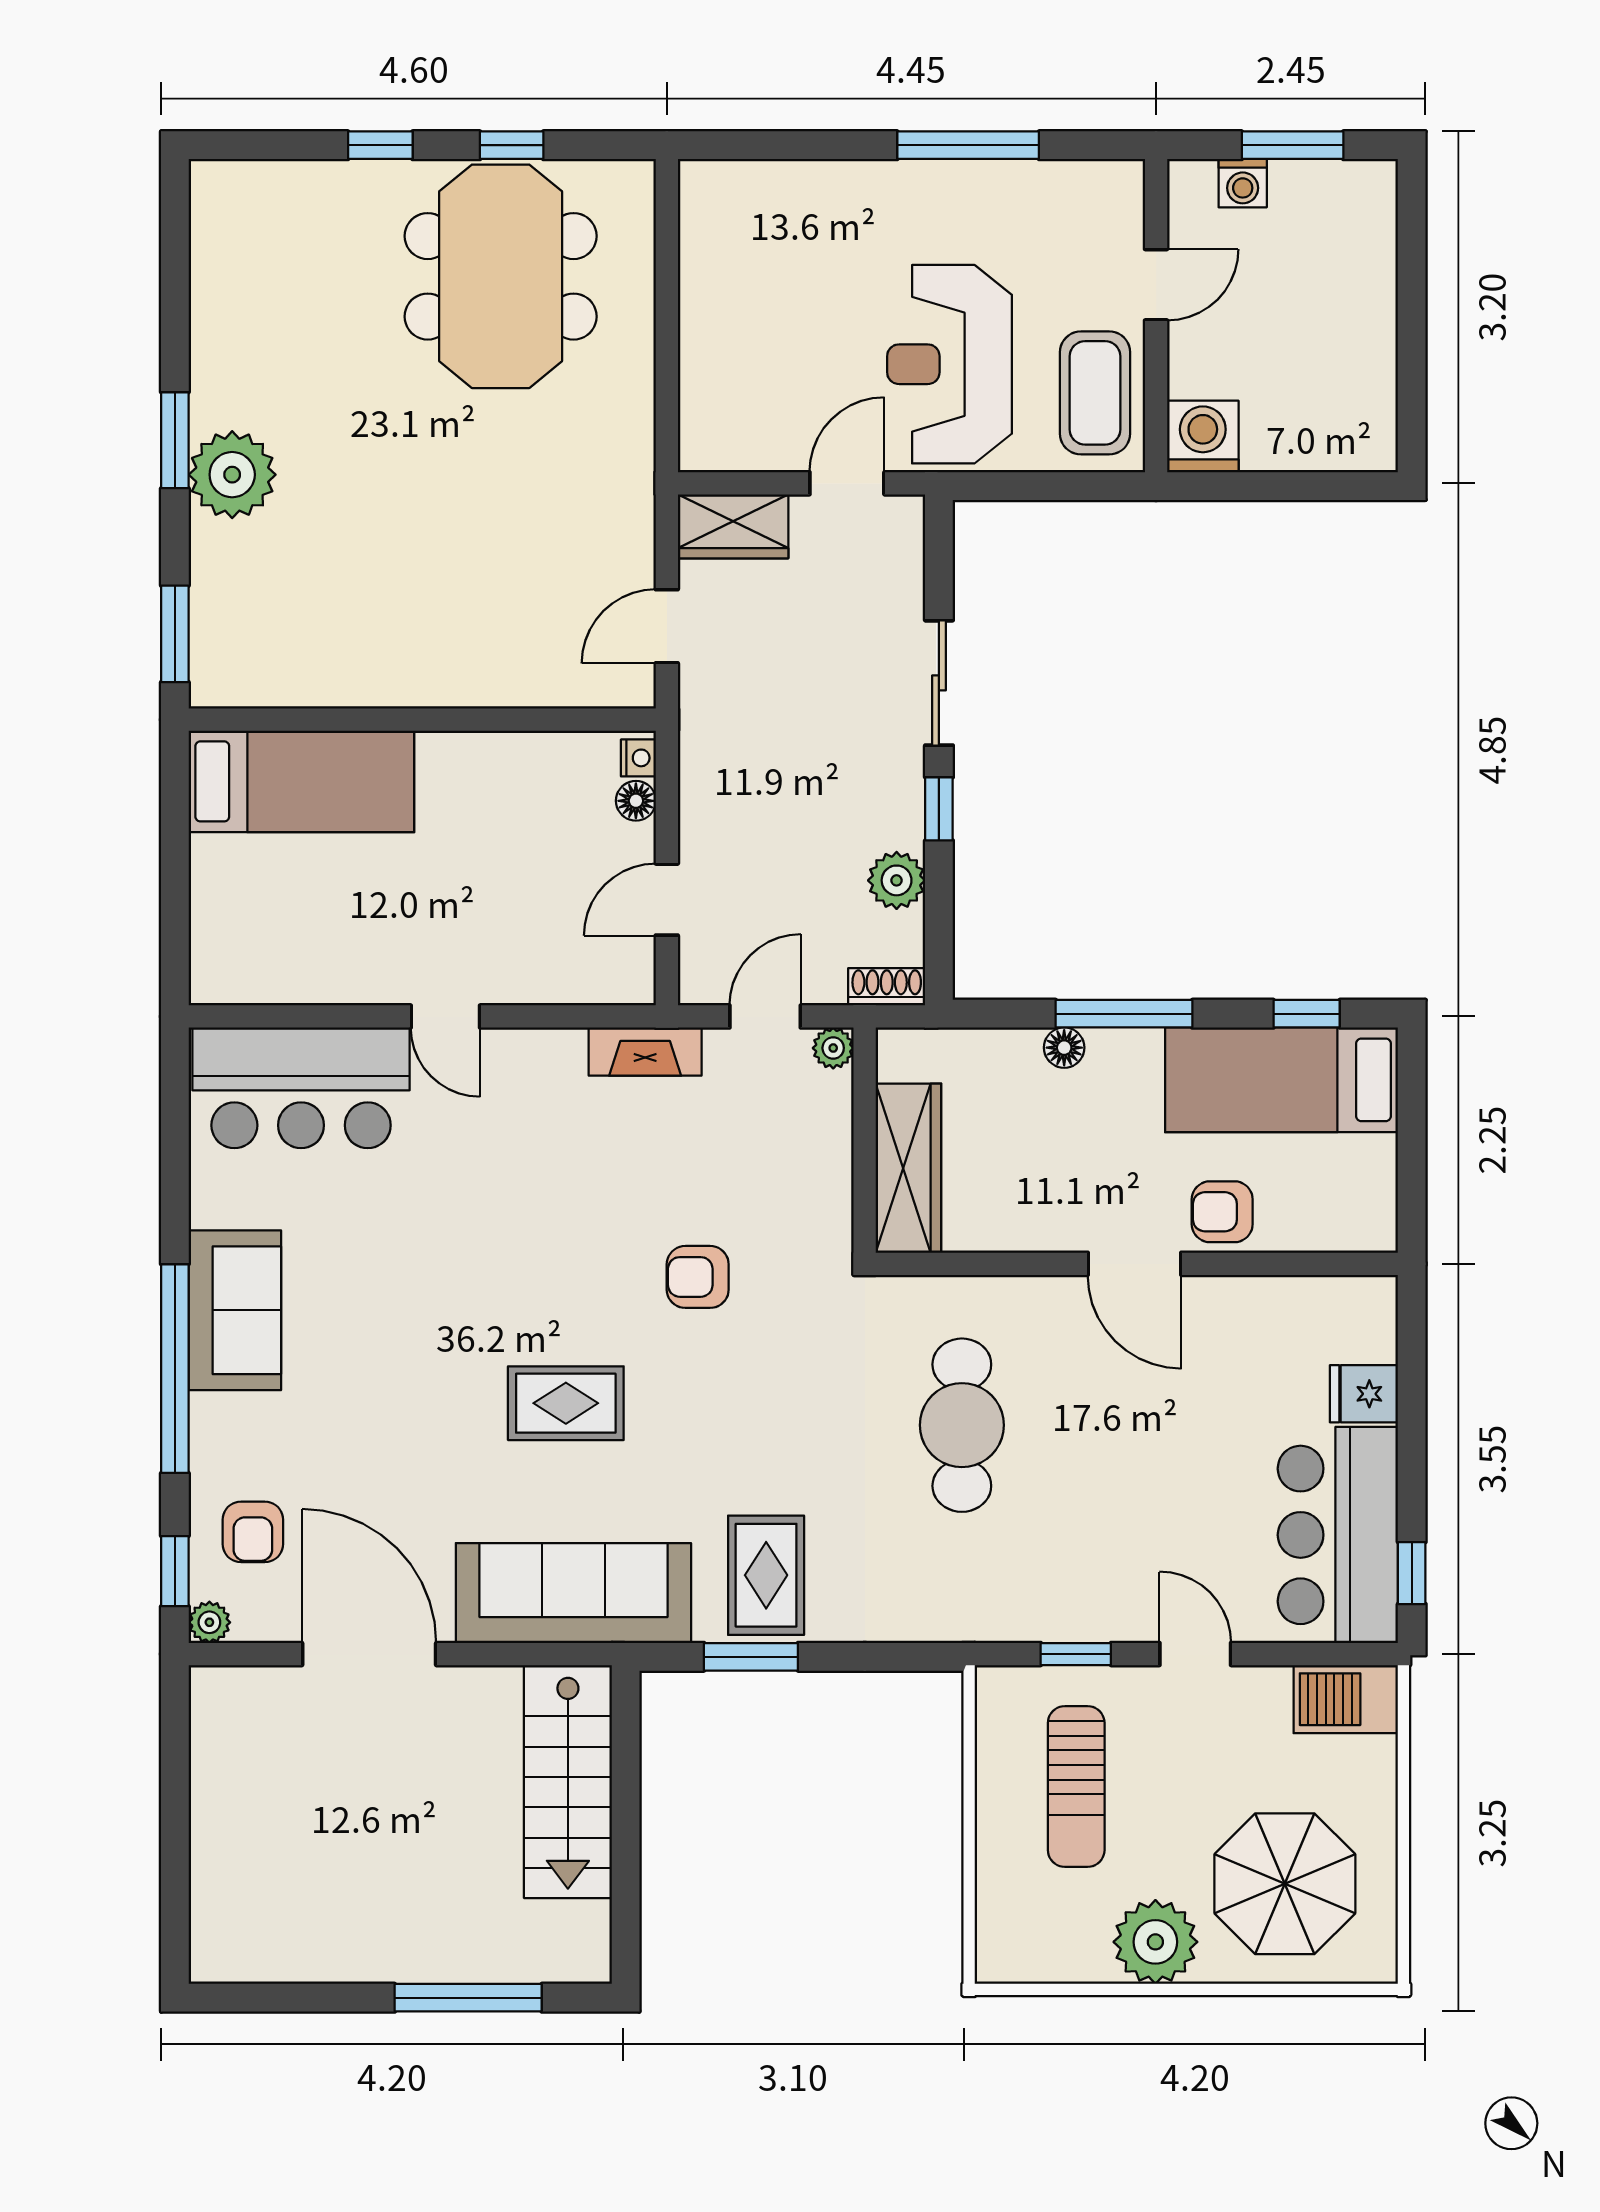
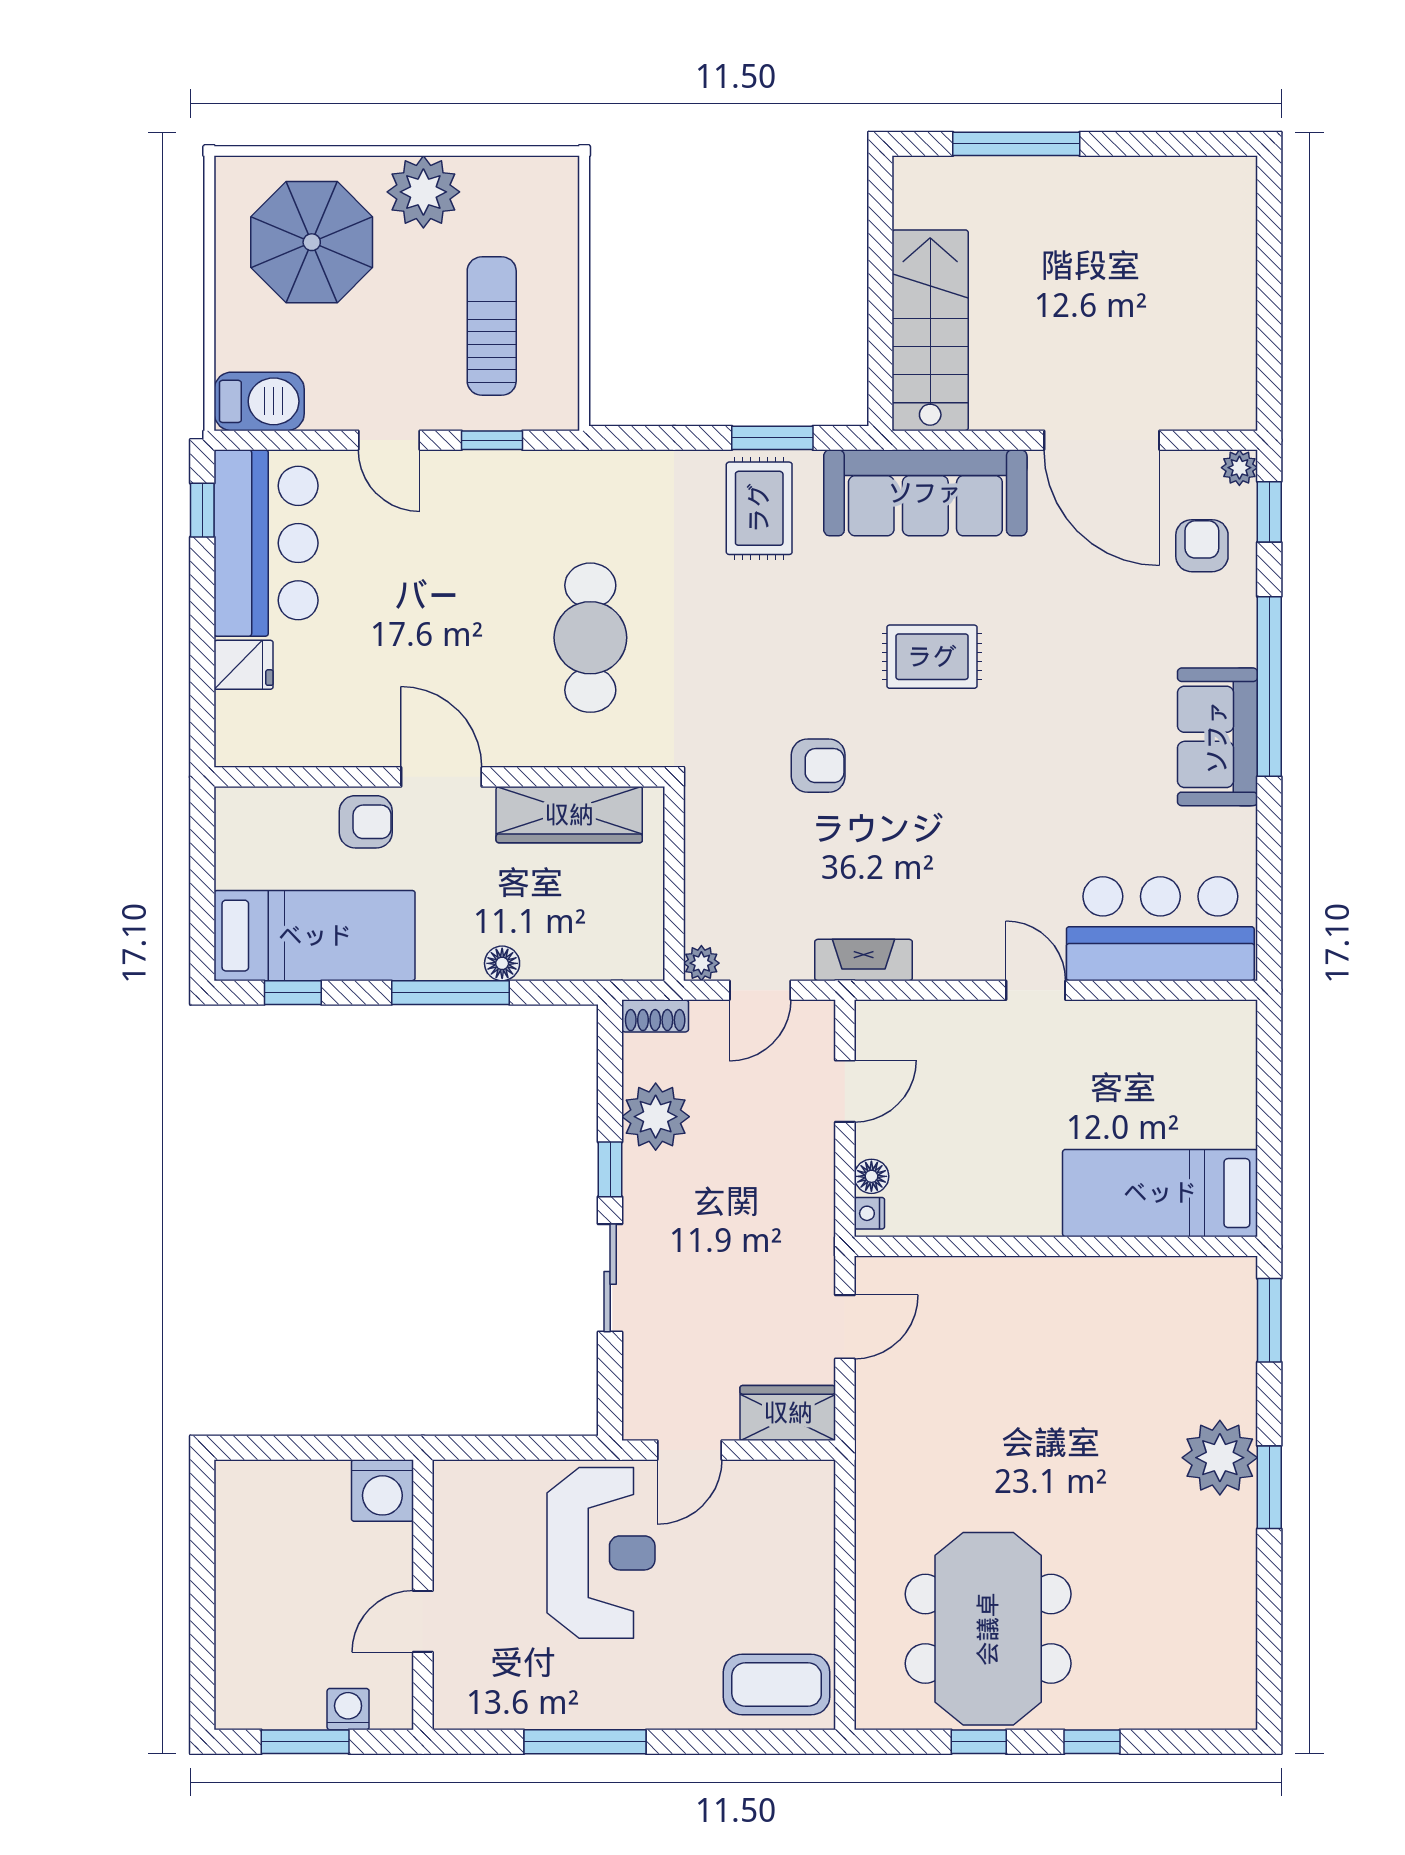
coffee table: (1095, 393) -> (777, 1685), moved, turned 90
plant: (897, 880) -> (656, 1117), width x1.36, depth x1.36
wardrobe: (908, 1168) -> (569, 815), moved, turned -90

